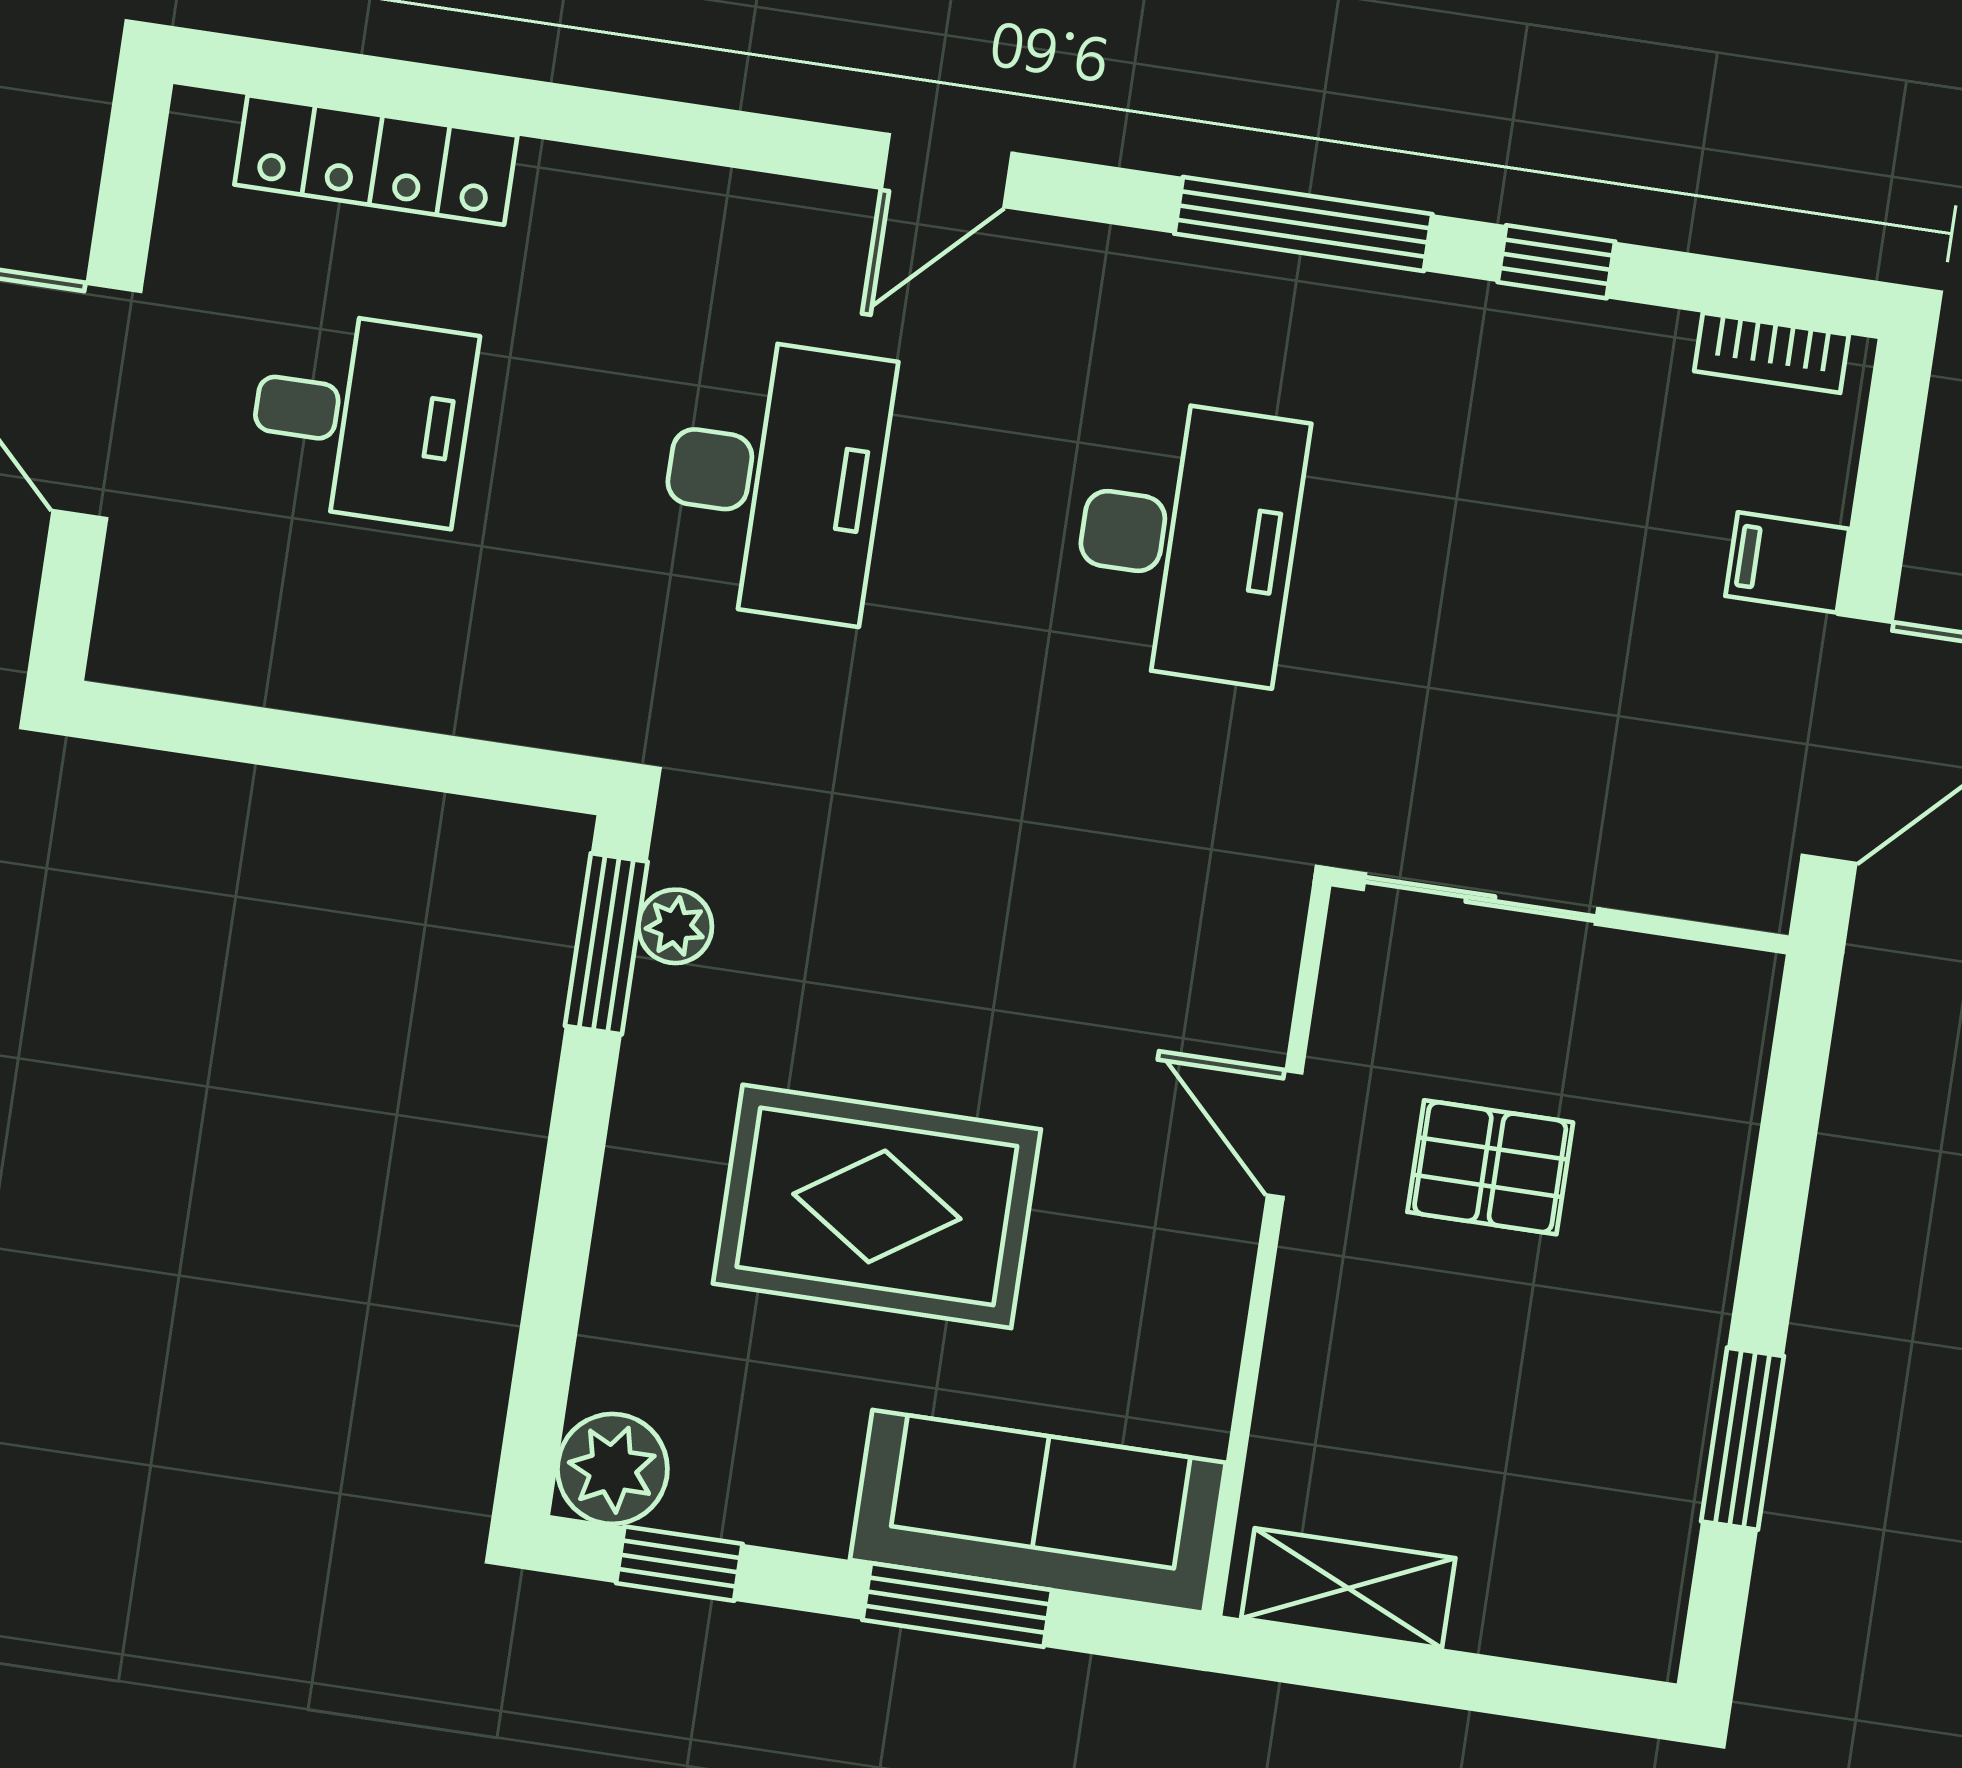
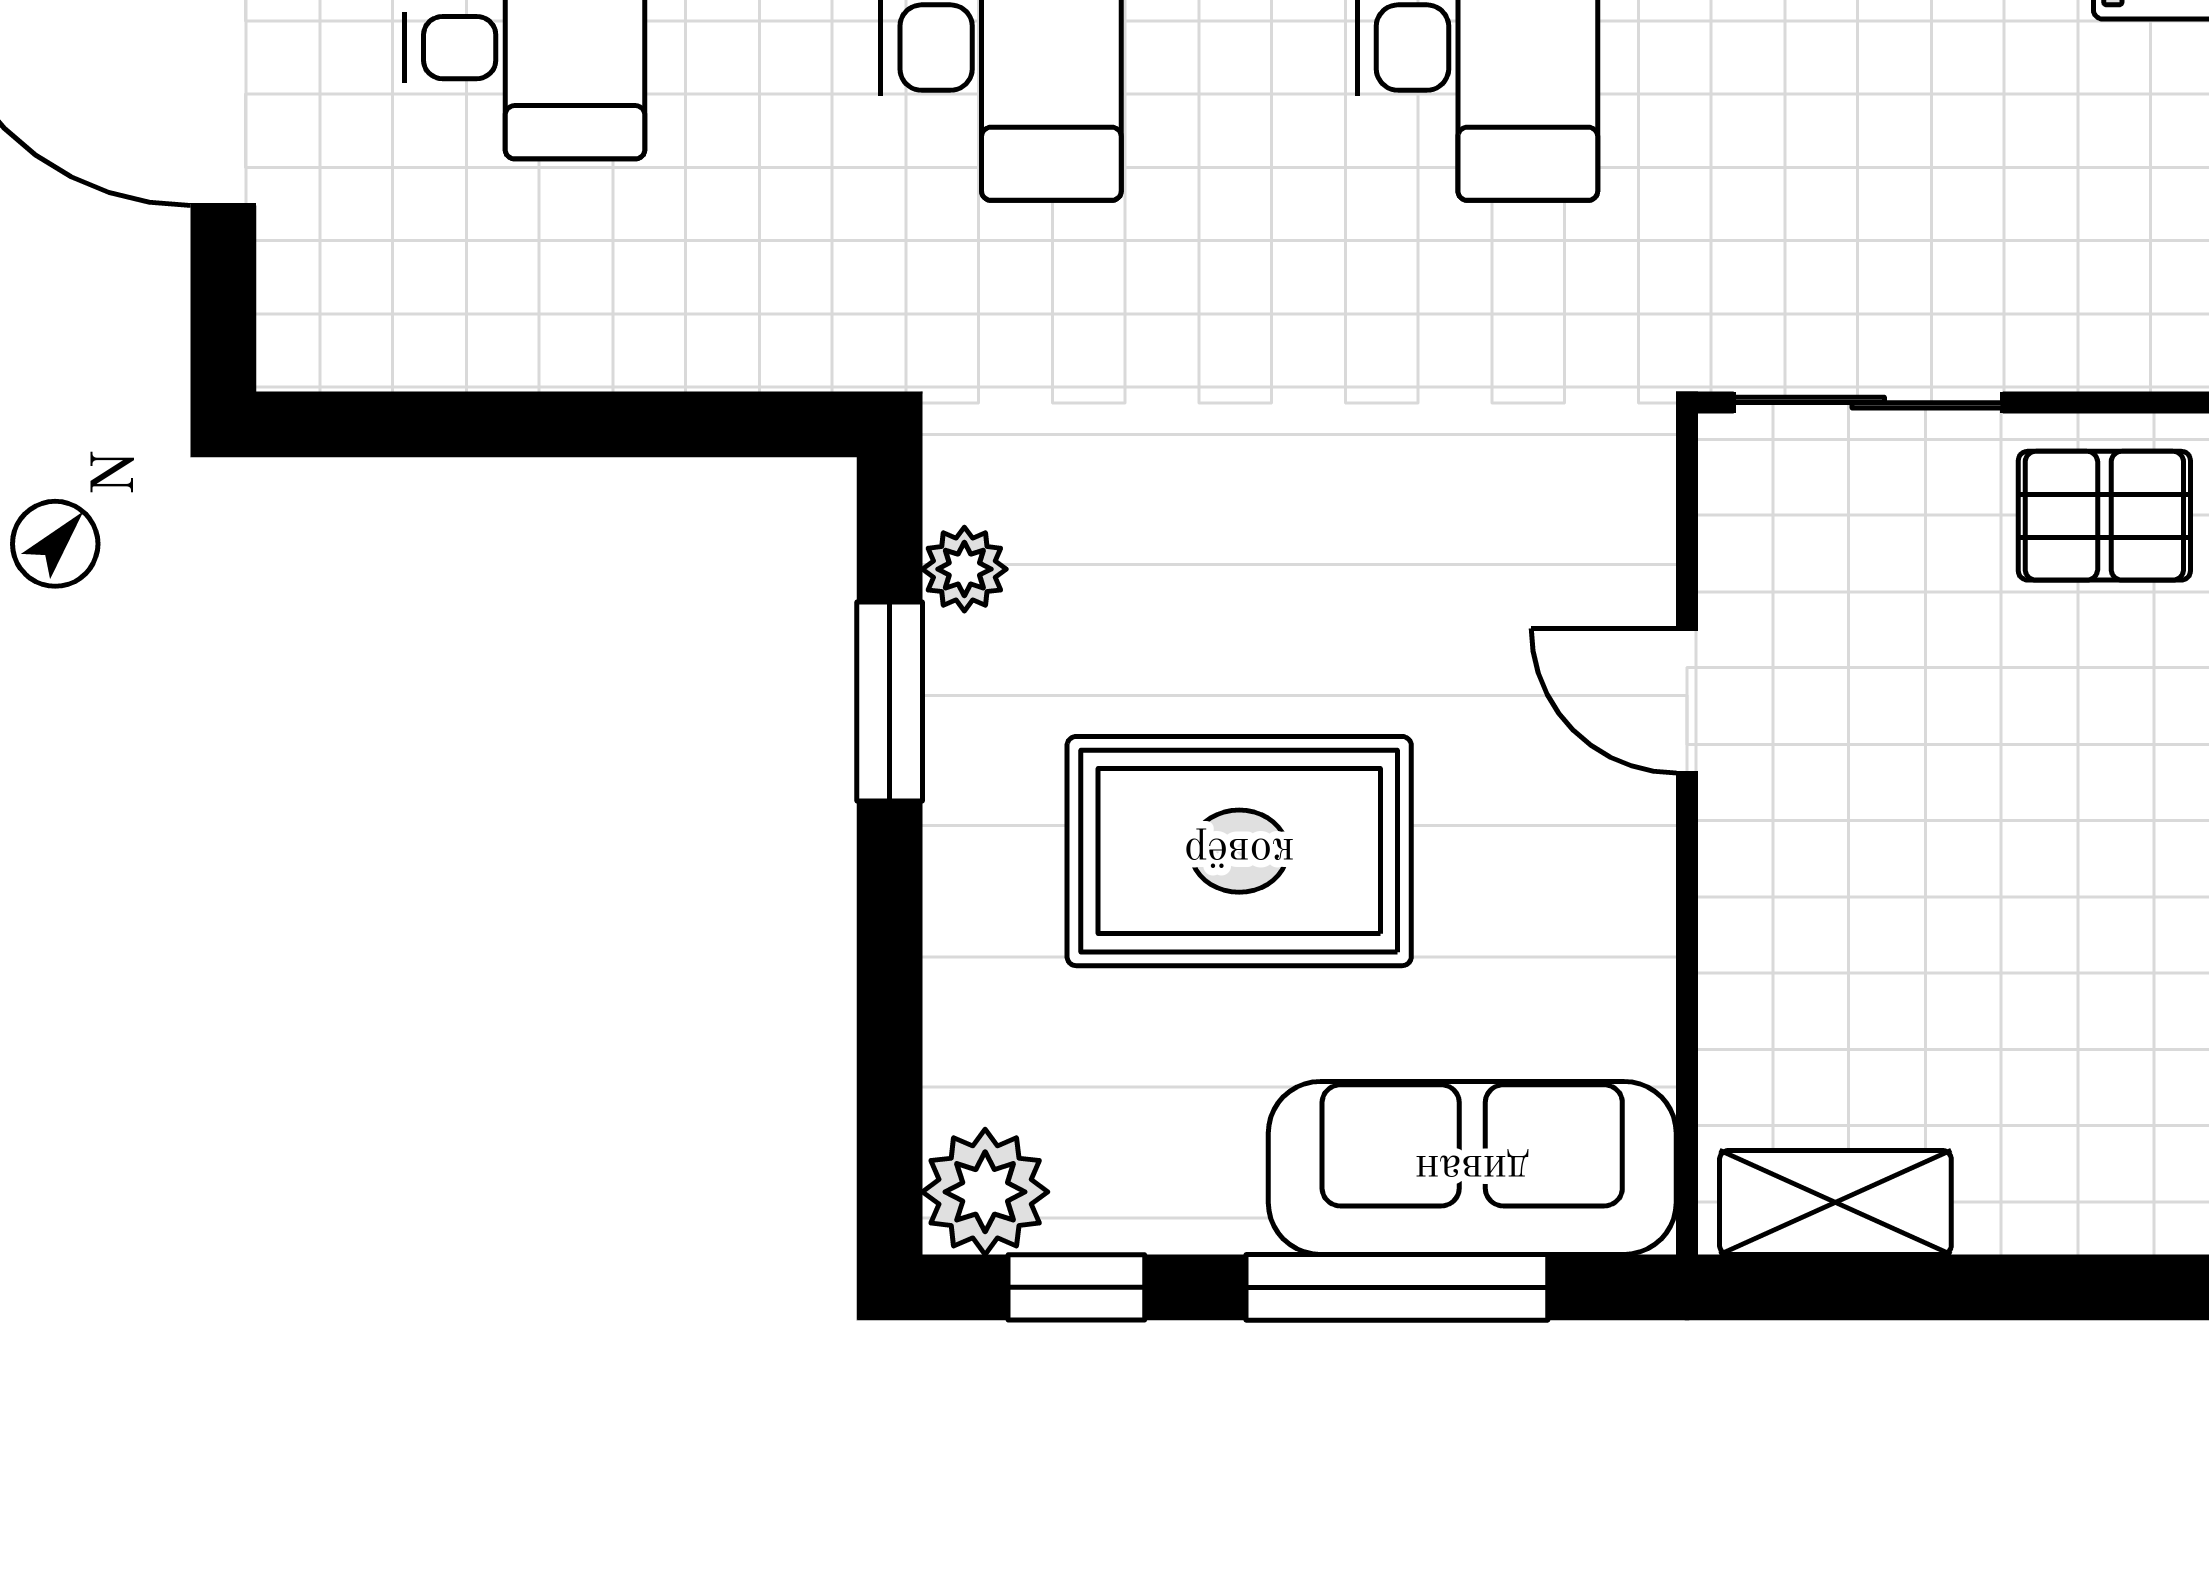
window: (606, 944) -> (890, 702), moved
pallet: (1490, 1167) -> (2104, 516), moved
window: (957, 1605) -> (1397, 1287), width x1.44

